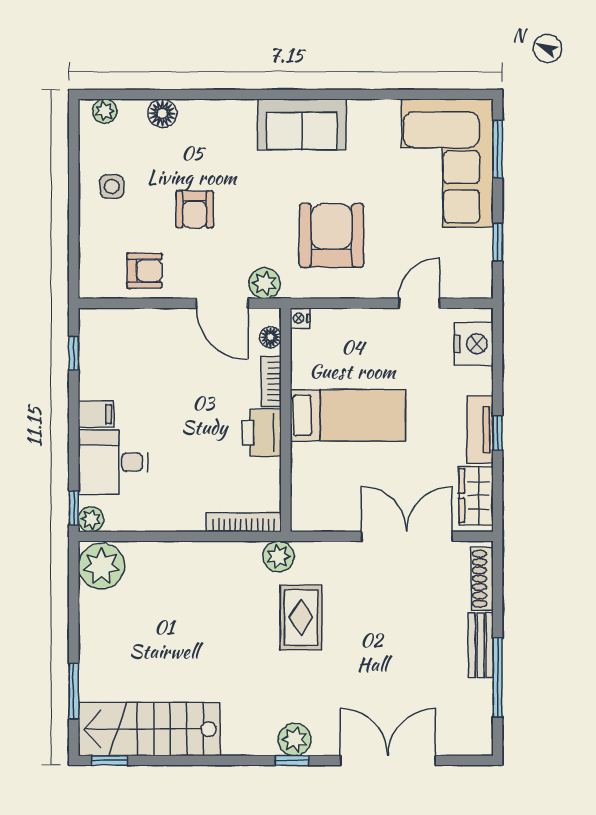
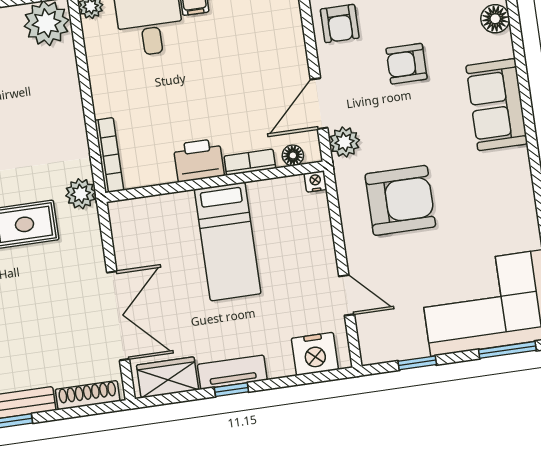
sofa: (302, 124) -> (497, 105), moved

